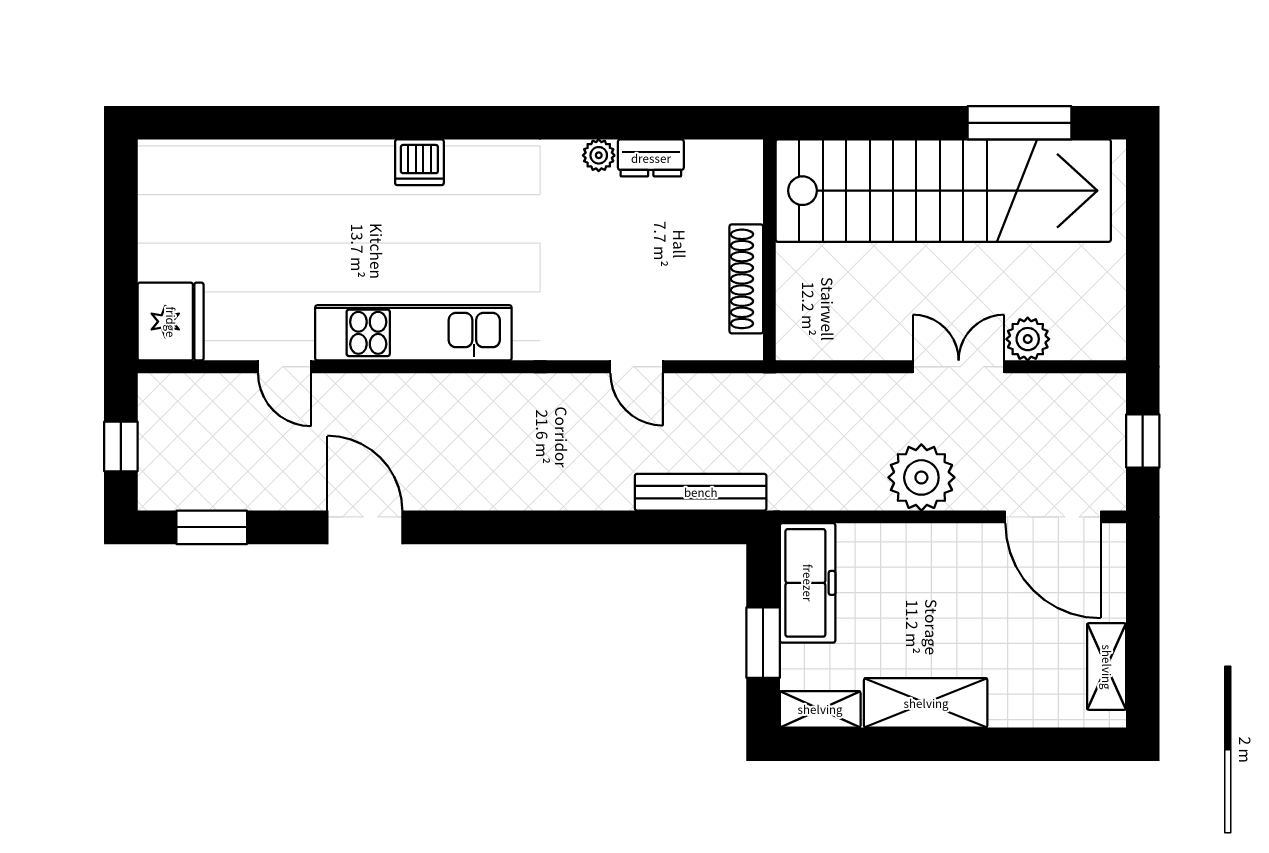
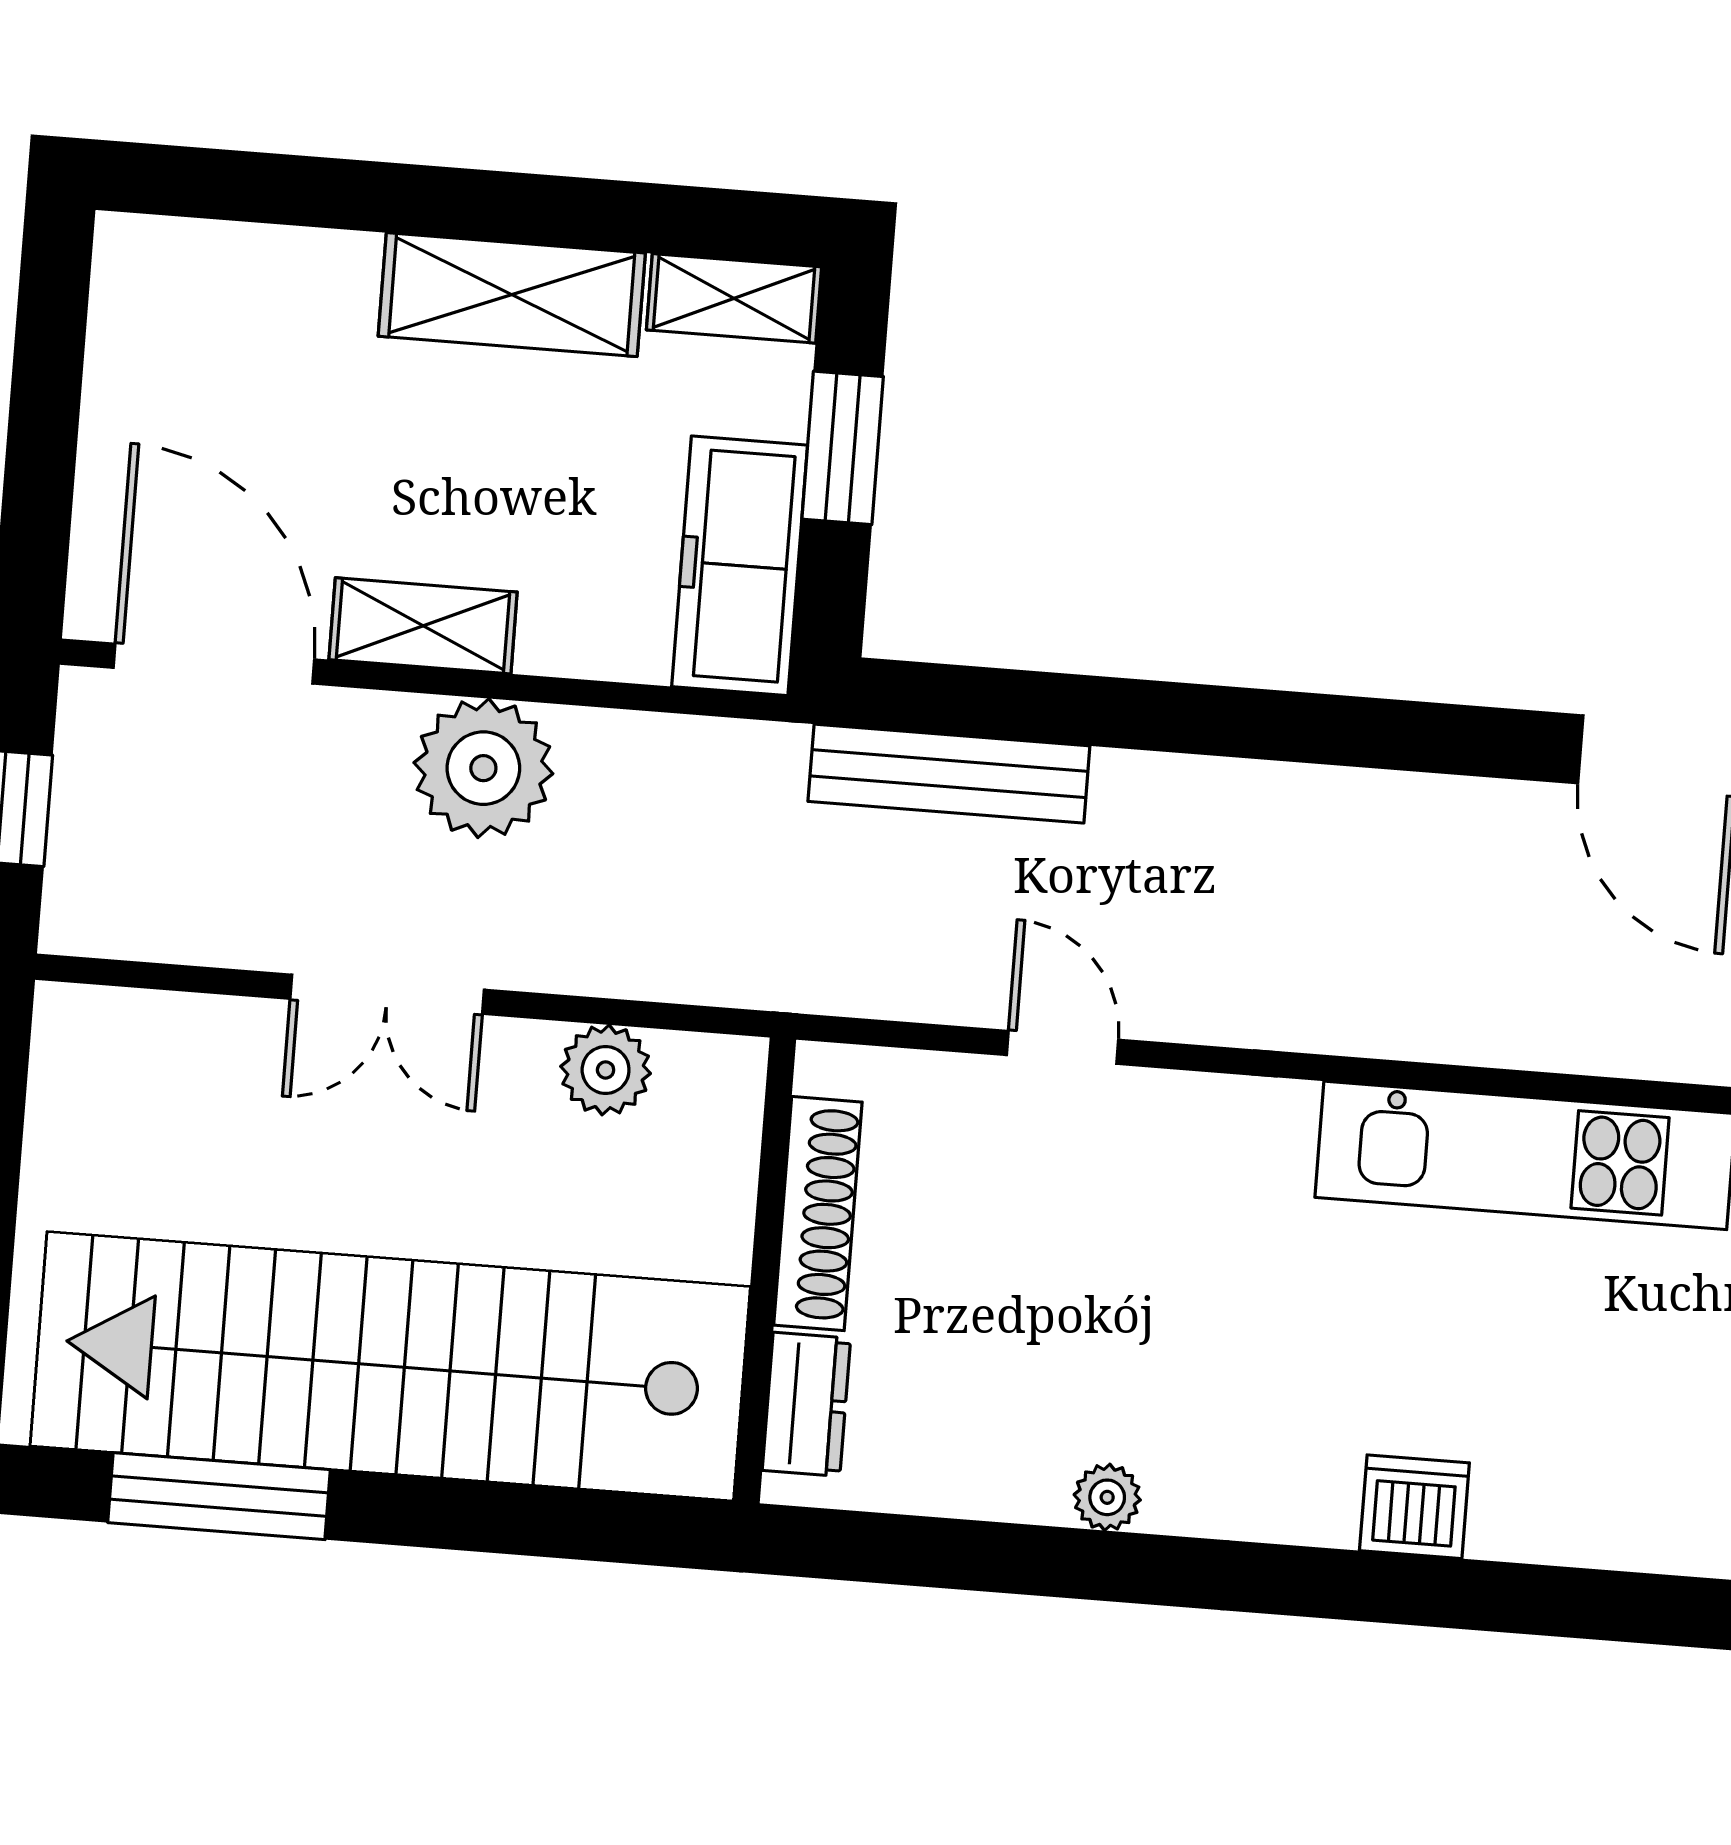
dresser: (651, 158) -> (806, 1404), moved, turned 90
dishwasher: (419, 162) -> (1414, 1507), moved
plant: (1028, 339) -> (606, 1070), moved
shelving: (1107, 667) -> (423, 626), moved, turned 90

